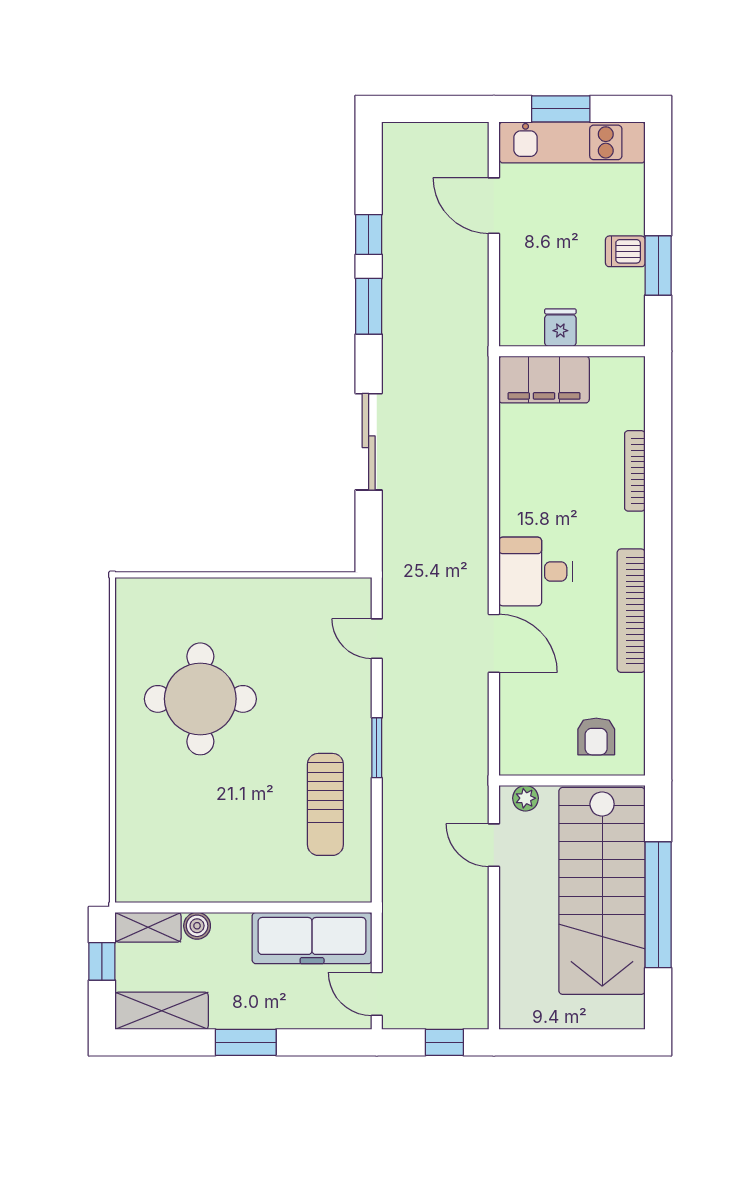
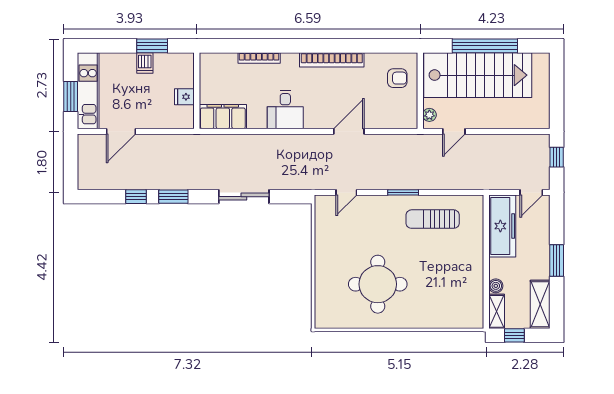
filing cabinet: (544, 380) -> (223, 117), moved, turned -90
desk: (536, 571) -> (285, 110), moved
sun lounger: (325, 804) -> (433, 219), turned 180

